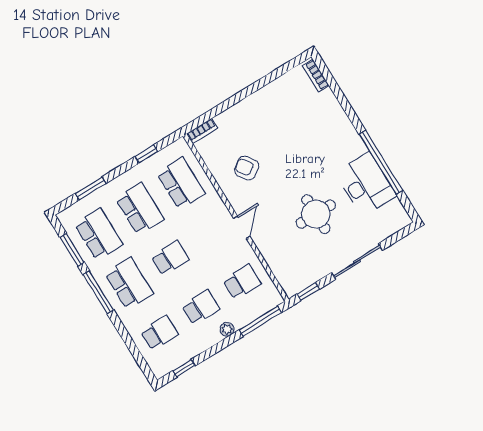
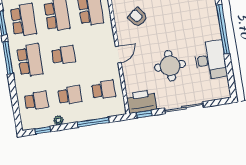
window: (381, 162) -> (223, 29), moved
printer: (298, 277) -> (141, 102), added
window: (260, 321) -> (93, 122), moved
plant: (227, 329) -> (58, 120), moved

